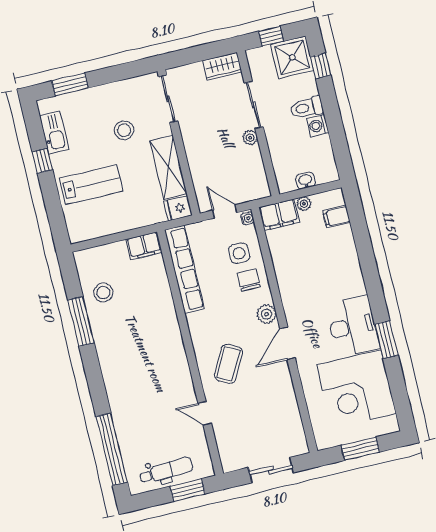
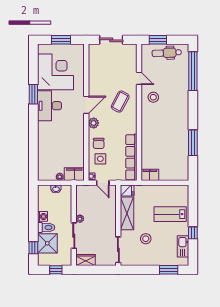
shower: (292, 57) -> (47, 243), moved
filing cabinet: (336, 217) -> (44, 166), removed
stool: (103, 293) -> (153, 97), moved

